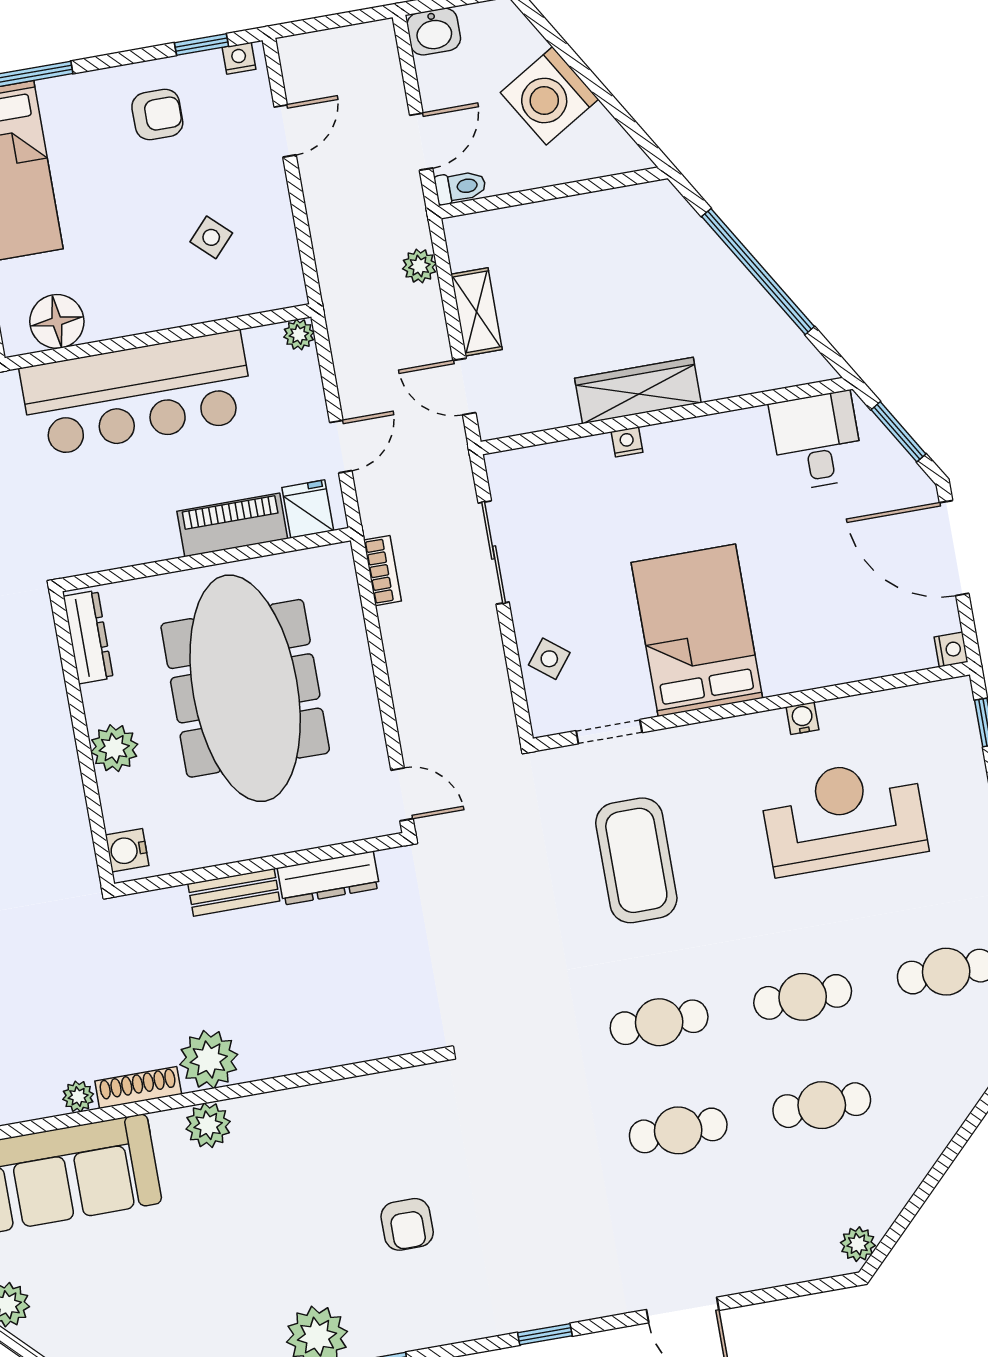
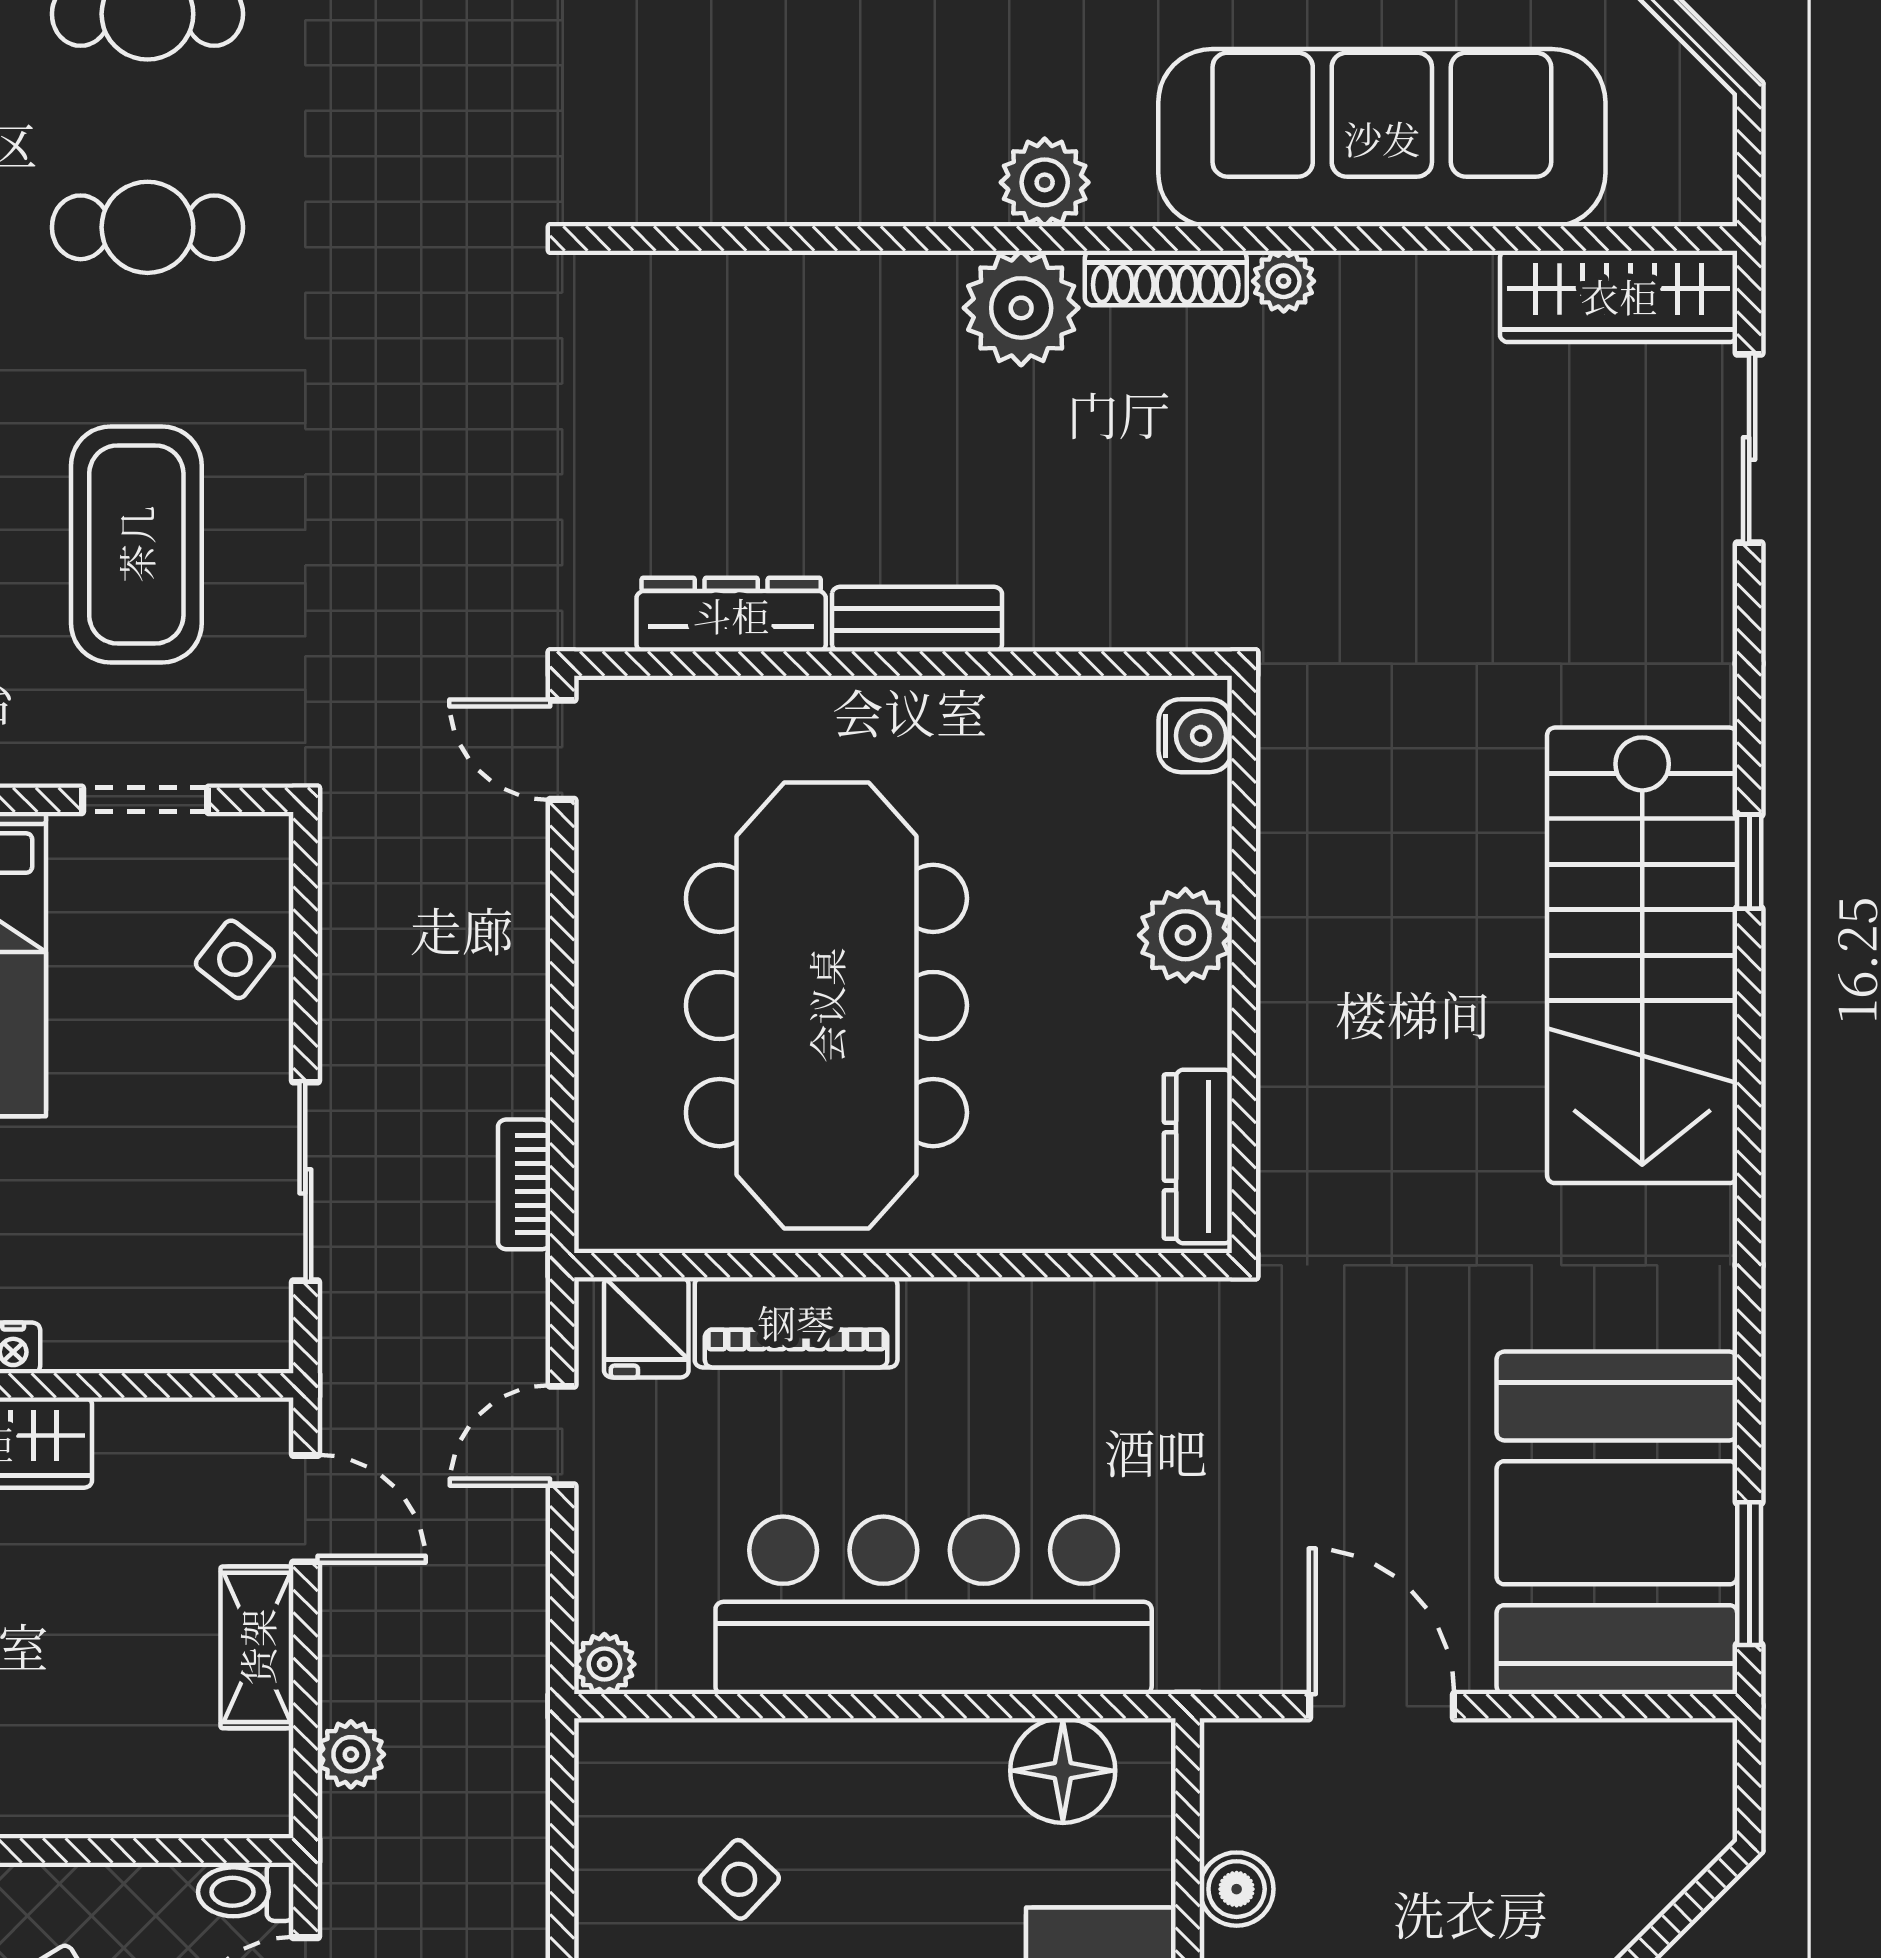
dresser: (88, 637) -> (1198, 1157), moved
wall: (82, 739) -> (1244, 964), moved
plant: (114, 748) -> (1185, 935), moved
water cooler: (127, 850) -> (1195, 736), moved

